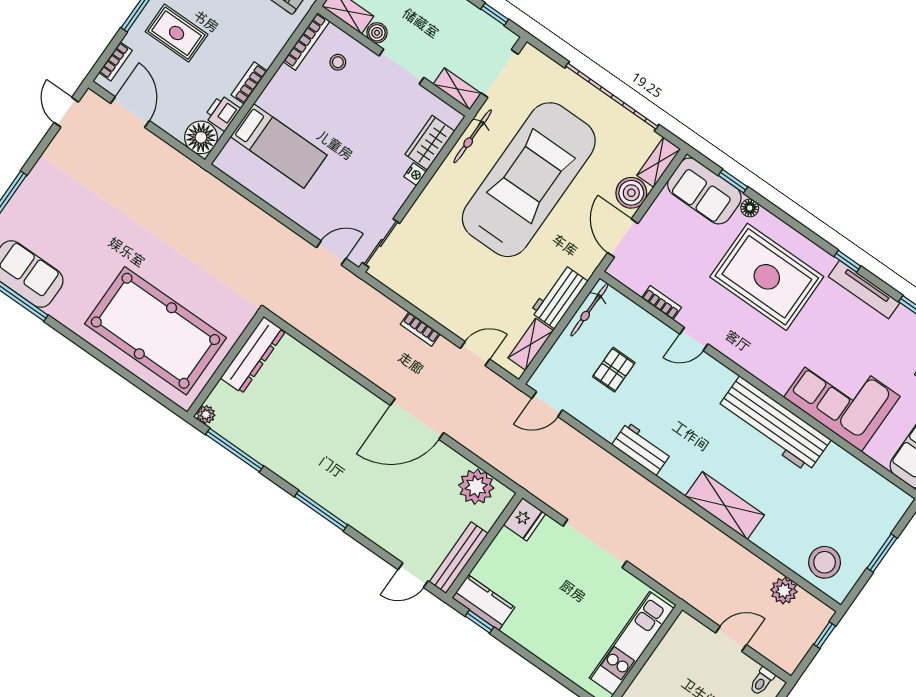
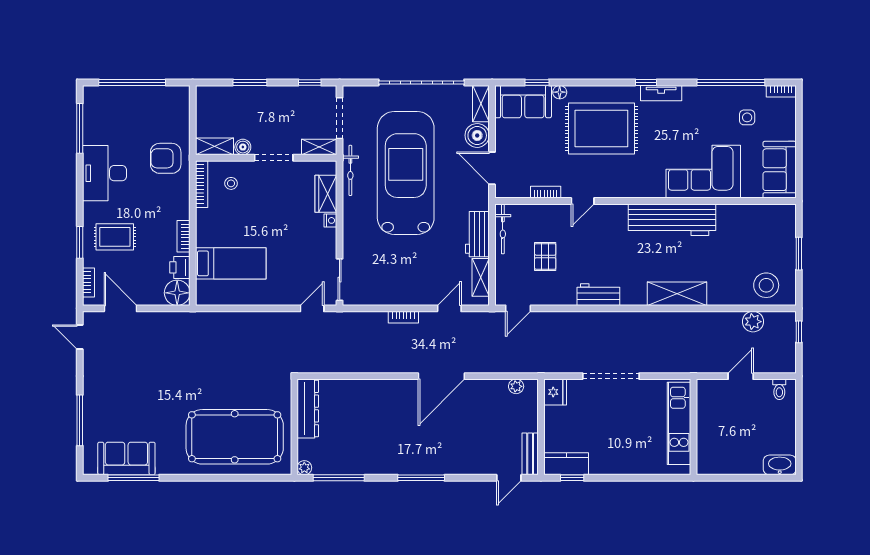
tv unit: (864, 290) -> (661, 93), width x0.71
plant: (476, 487) -> (516, 386), width x0.53, depth x0.53
bench: (459, 558) -> (530, 454), width x0.73

